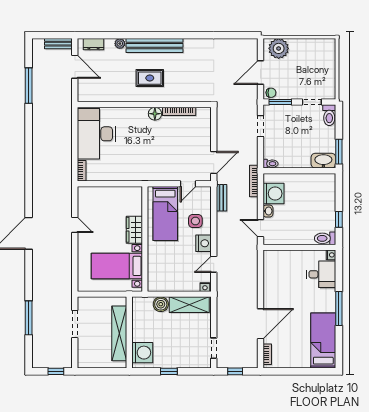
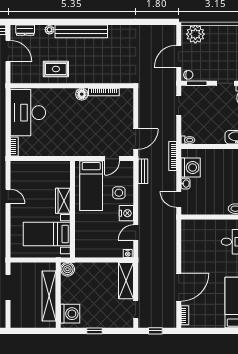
rug: (150, 78) -> (56, 69), moved
boiler: (161, 304) -> (67, 269), moved
shelving: (189, 305) -> (126, 281), moved, turned 90

